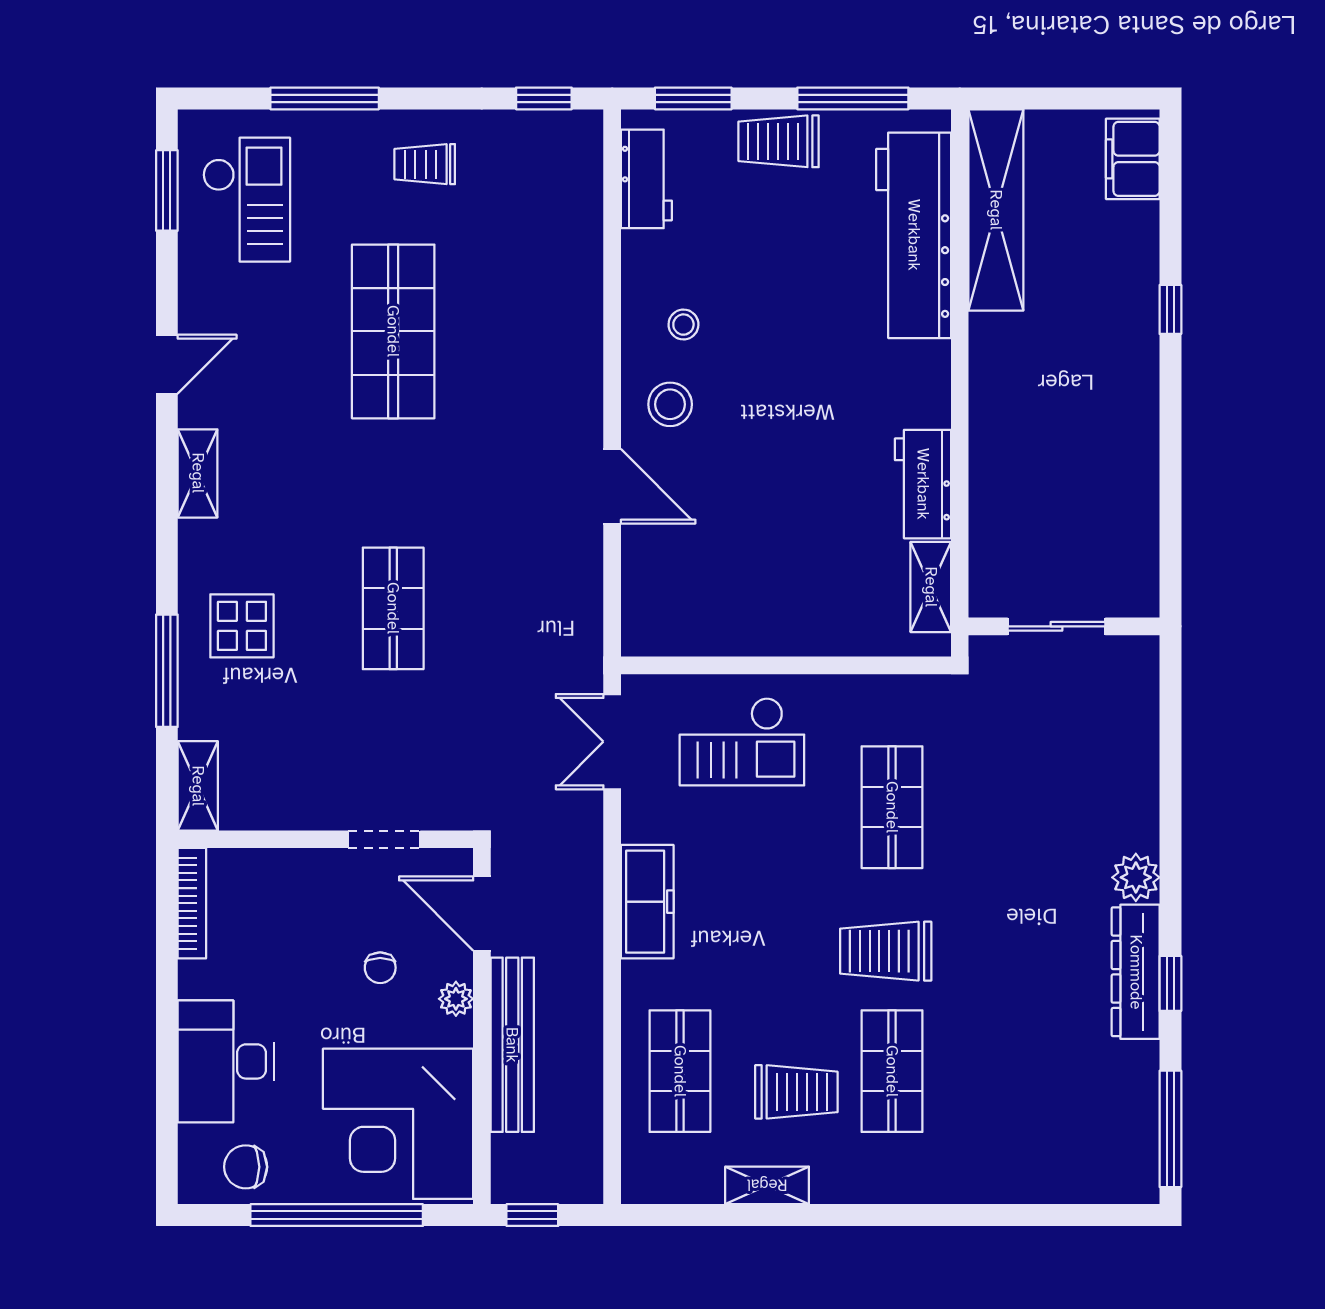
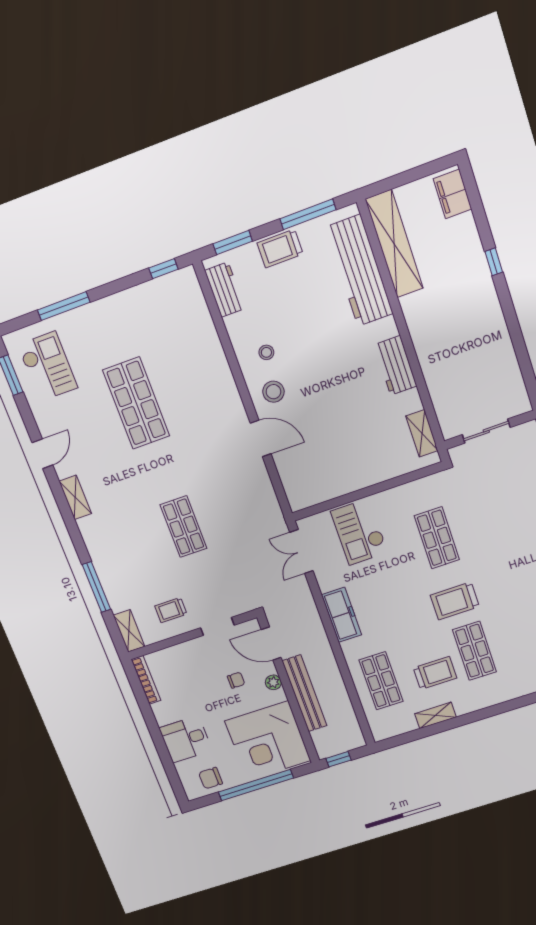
trolley: (425, 164) -> (171, 610), moved
workbench: (923, 484) -> (396, 365), moved
display table: (242, 626) -> (121, 557), removed
checkout: (742, 742) -> (359, 532), turned 90
chair: (380, 968) -> (236, 680), turned -90
desk: (226, 1061) -> (186, 739), width x0.73

